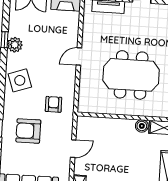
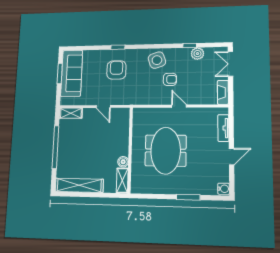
plant: (15, 45) -> (197, 54), moved
armchair: (54, 104) -> (170, 79), moved

